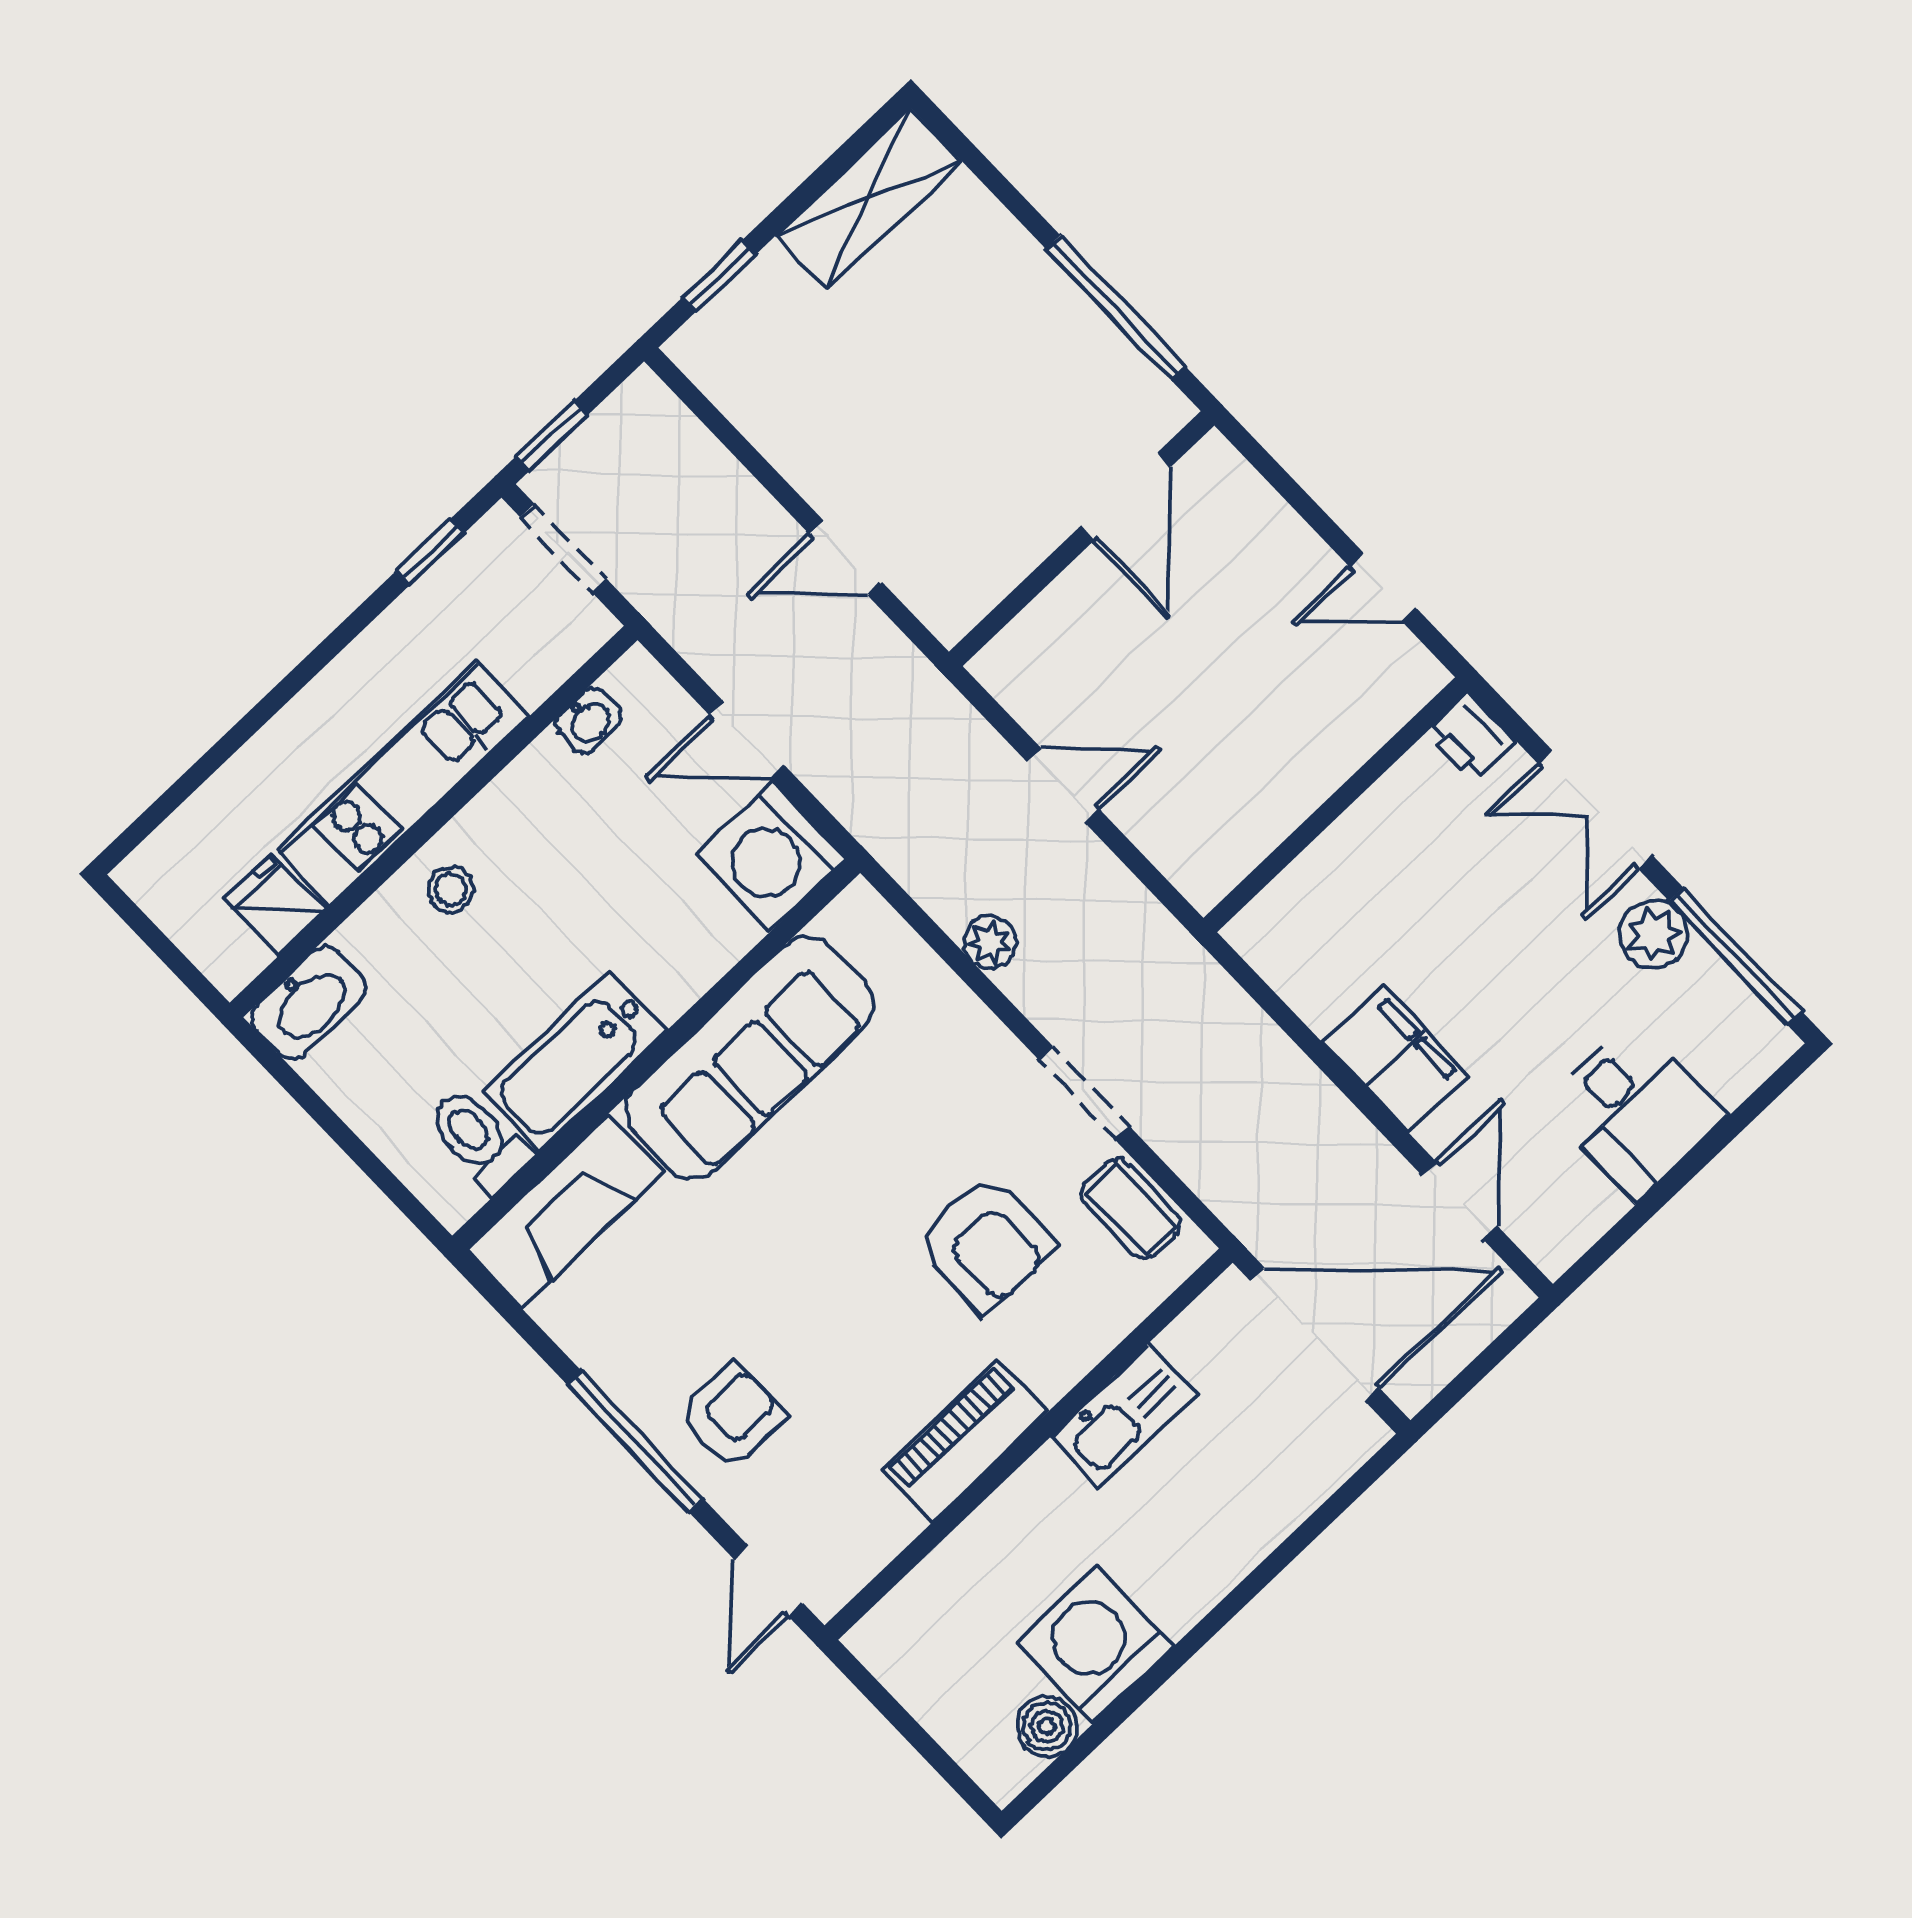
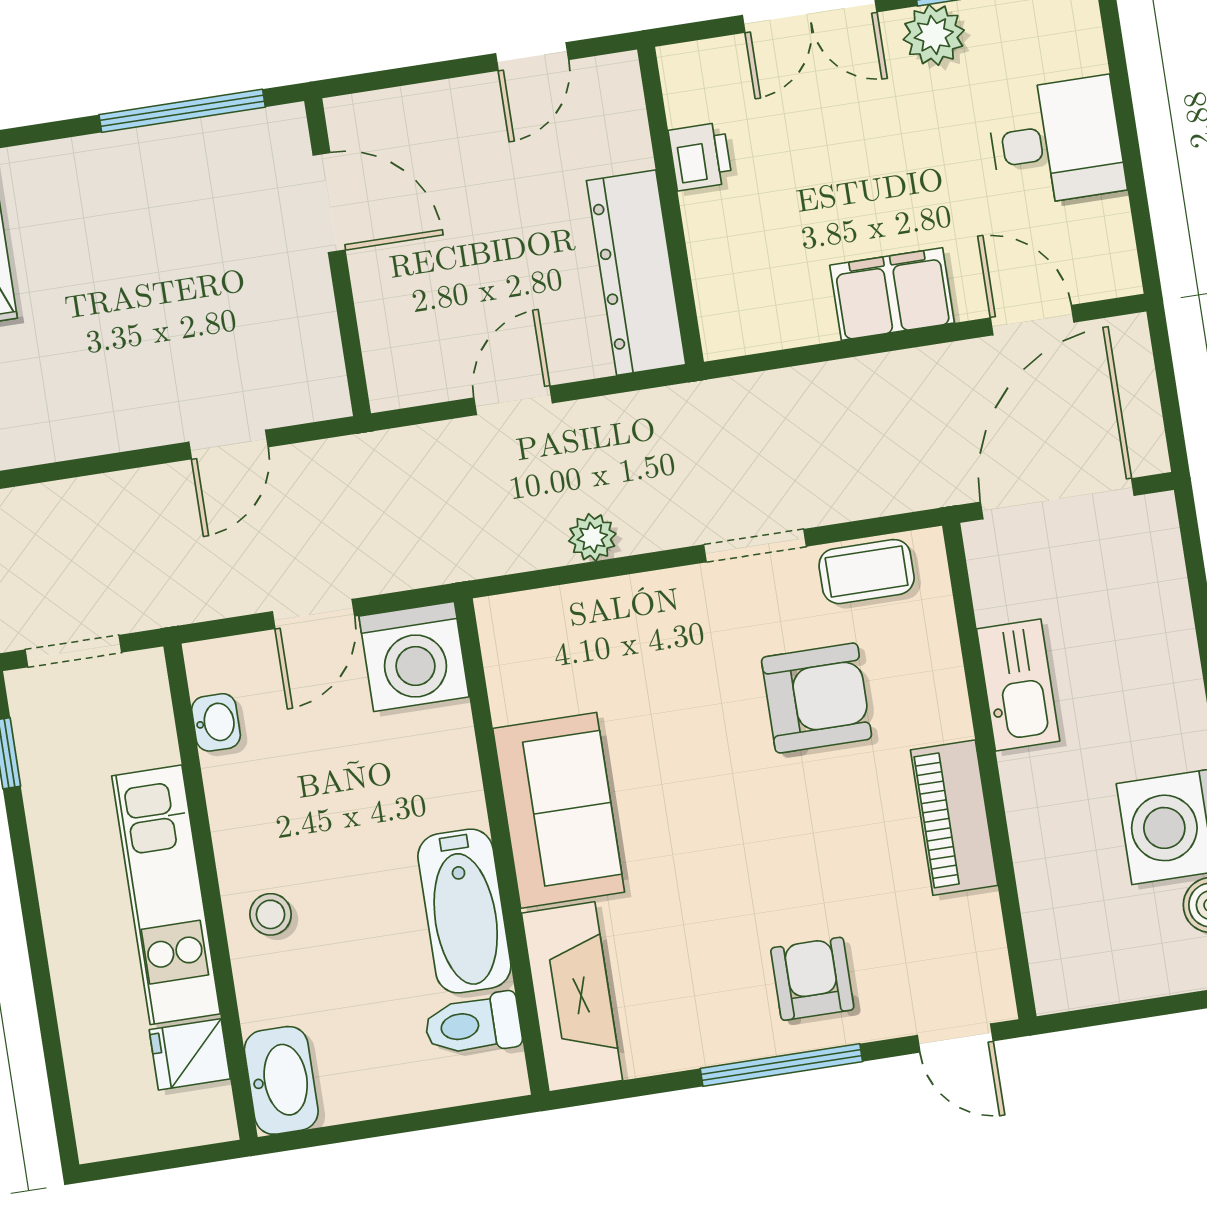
printer: (1470, 737) -> (700, 156), moved, turned -90
dresser: (1255, 816) -> (636, 273), added
sofa: (750, 1058) -> (559, 810), width x0.73

